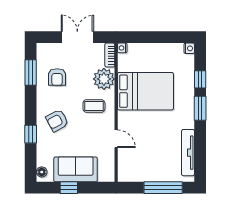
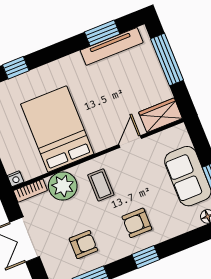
window: (200, 108) -> (102, 33), moved
armchair: (57, 121) -> (137, 223), turned 118
window: (31, 134) -> (146, 257), moved
wardrobe: (126, 167) -> (161, 115), added

